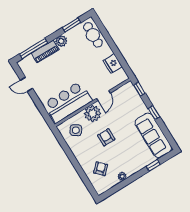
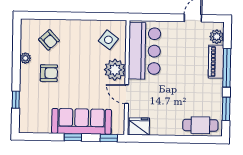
plant: (61, 41) -> (217, 37), moved
window: (33, 49) -> (227, 68), moved
fridge: (113, 64) -> (139, 126), moved
sofa: (153, 135) -> (82, 121), moved
armchair: (106, 137) -> (49, 73), moved

